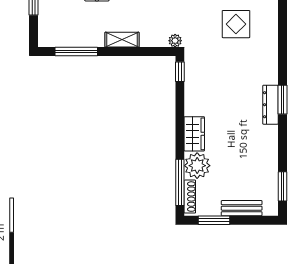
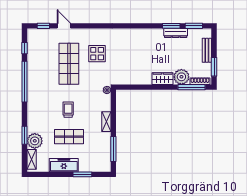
window: (180, 72) -> (126, 87), removed
window: (282, 100) -> (171, 26), moved
dresser: (271, 105) -> (176, 33), moved

